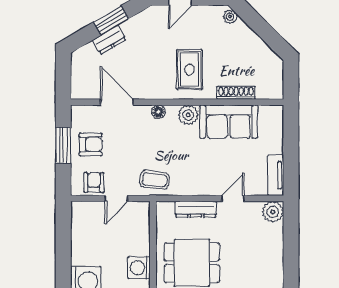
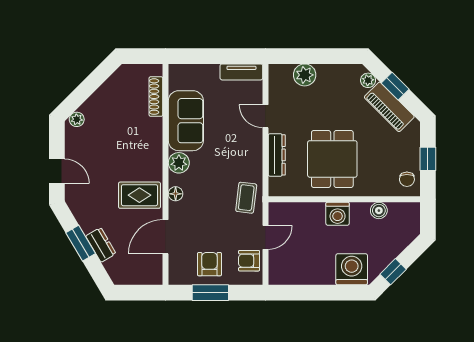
rug: (189, 70) -> (139, 195), moved
shoe rack: (236, 93) -> (156, 97), moved
door: (116, 198) -> (265, 237), hinge flipped
plant: (273, 212) -> (305, 75), moved

